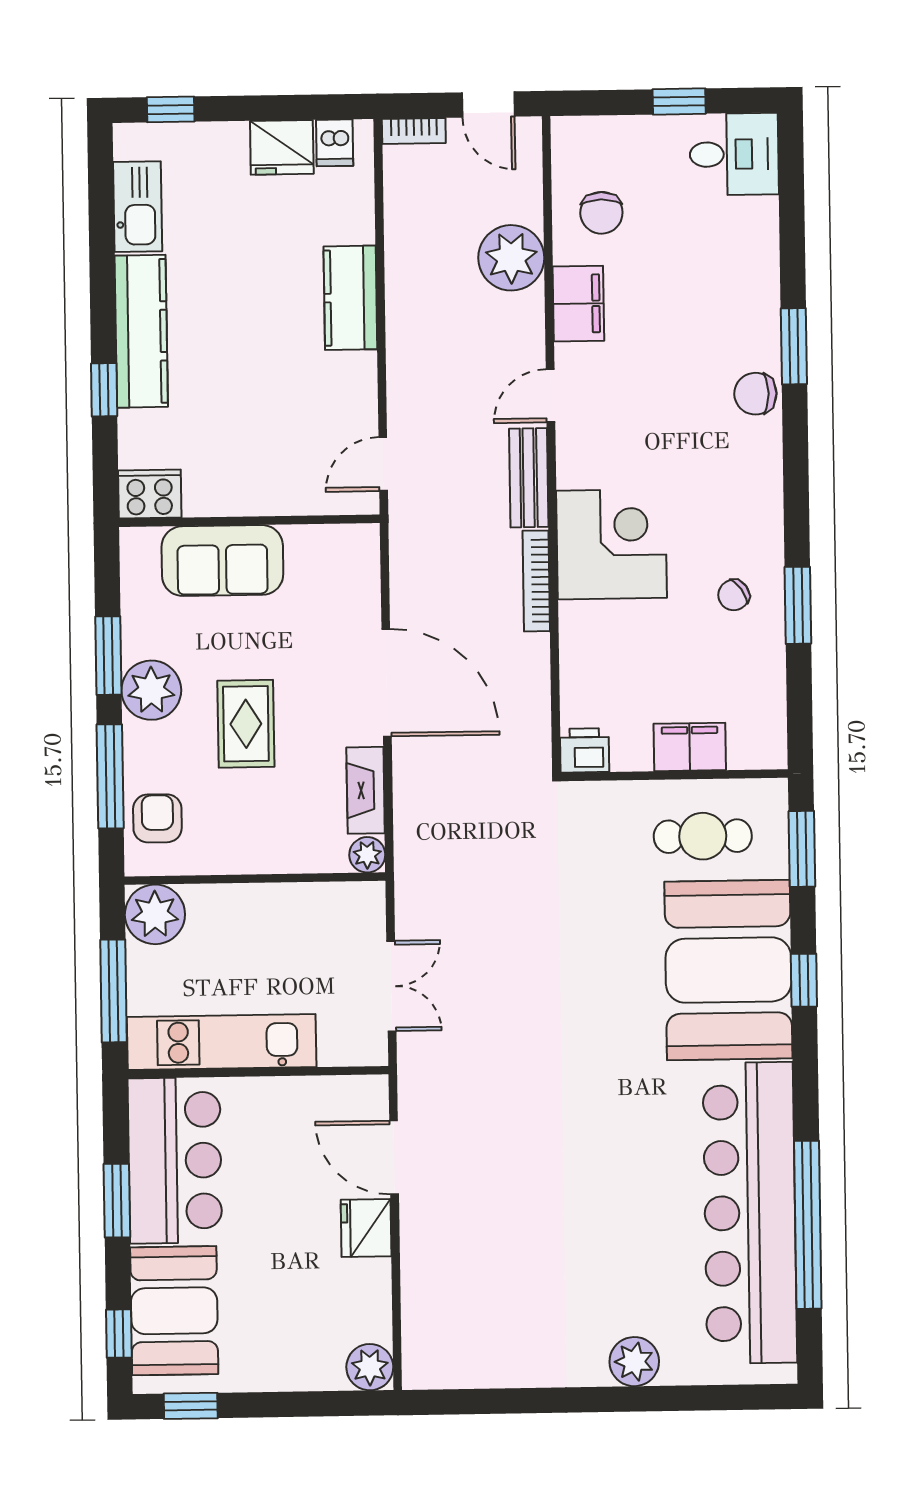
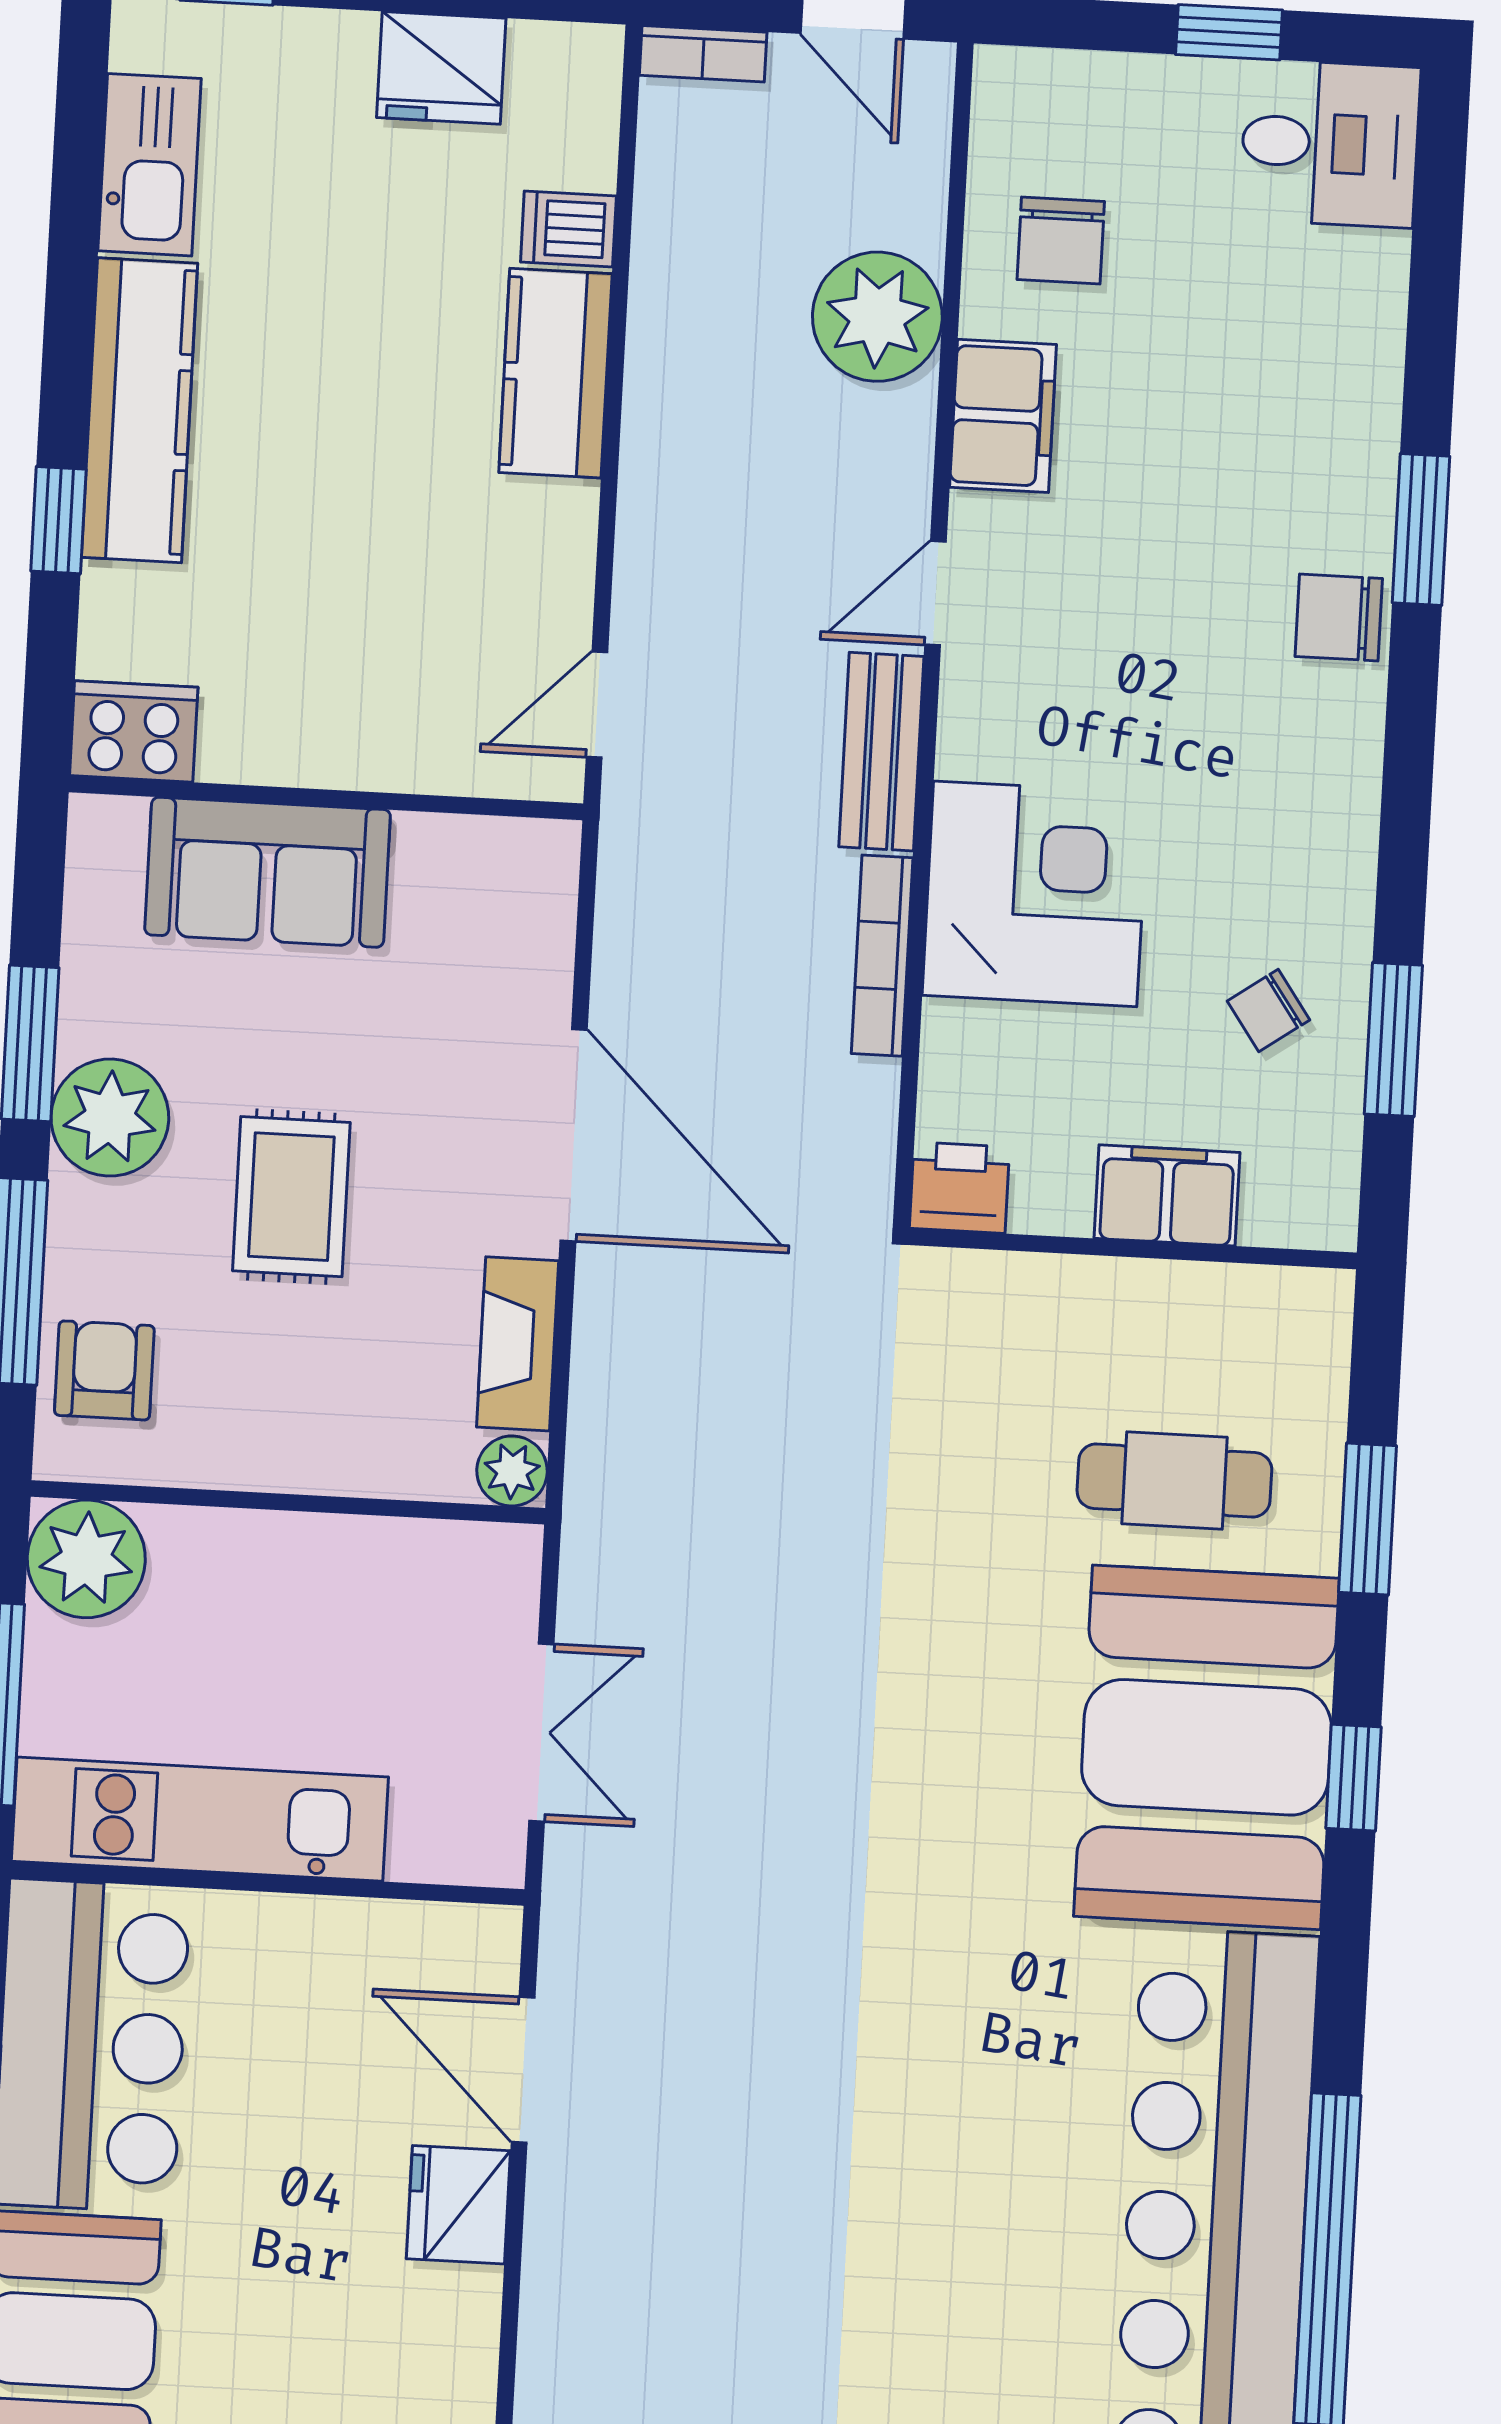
dishwasher: (335, 143) -> (568, 229), moved, turned 90
filing cabinet: (690, 747) -> (1167, 1195), moved
printer: (585, 750) -> (959, 1188), moved
wall: (674, 775) -> (1133, 1249), moved

